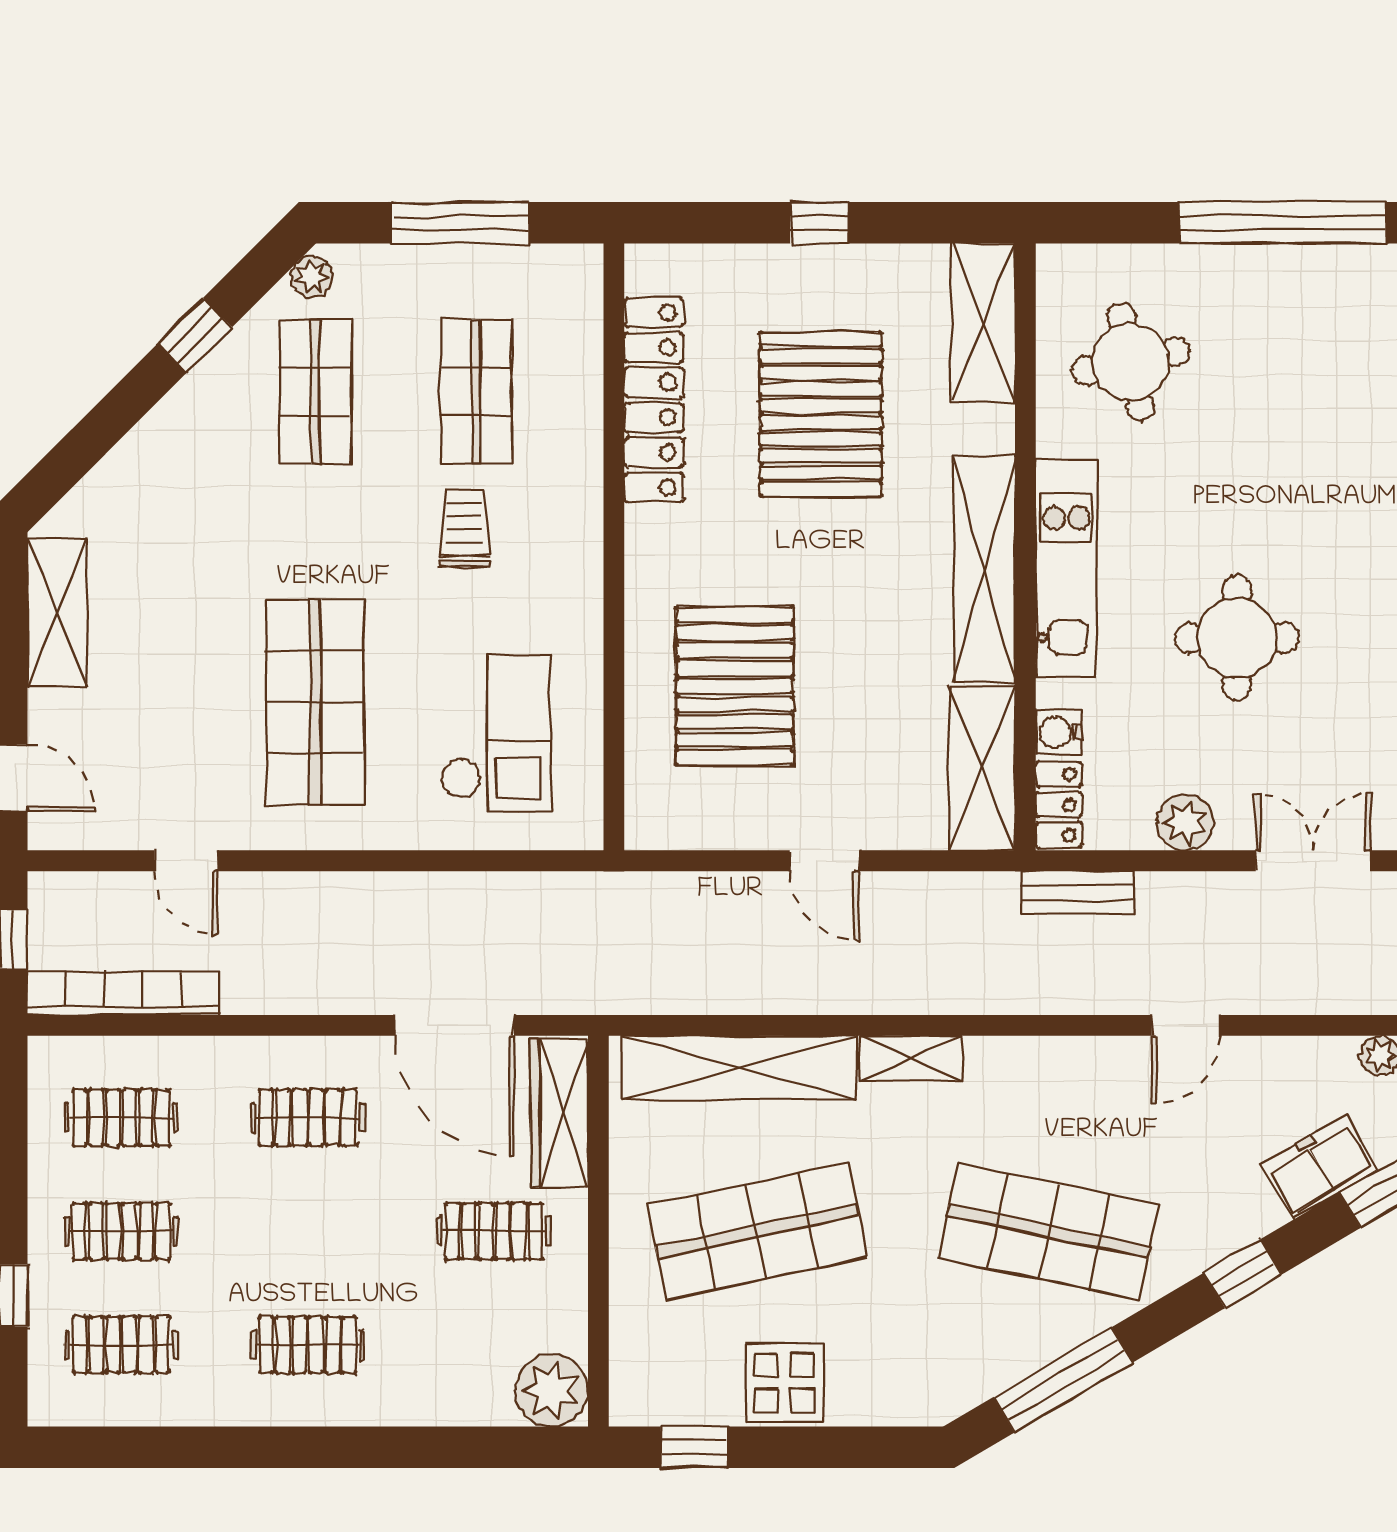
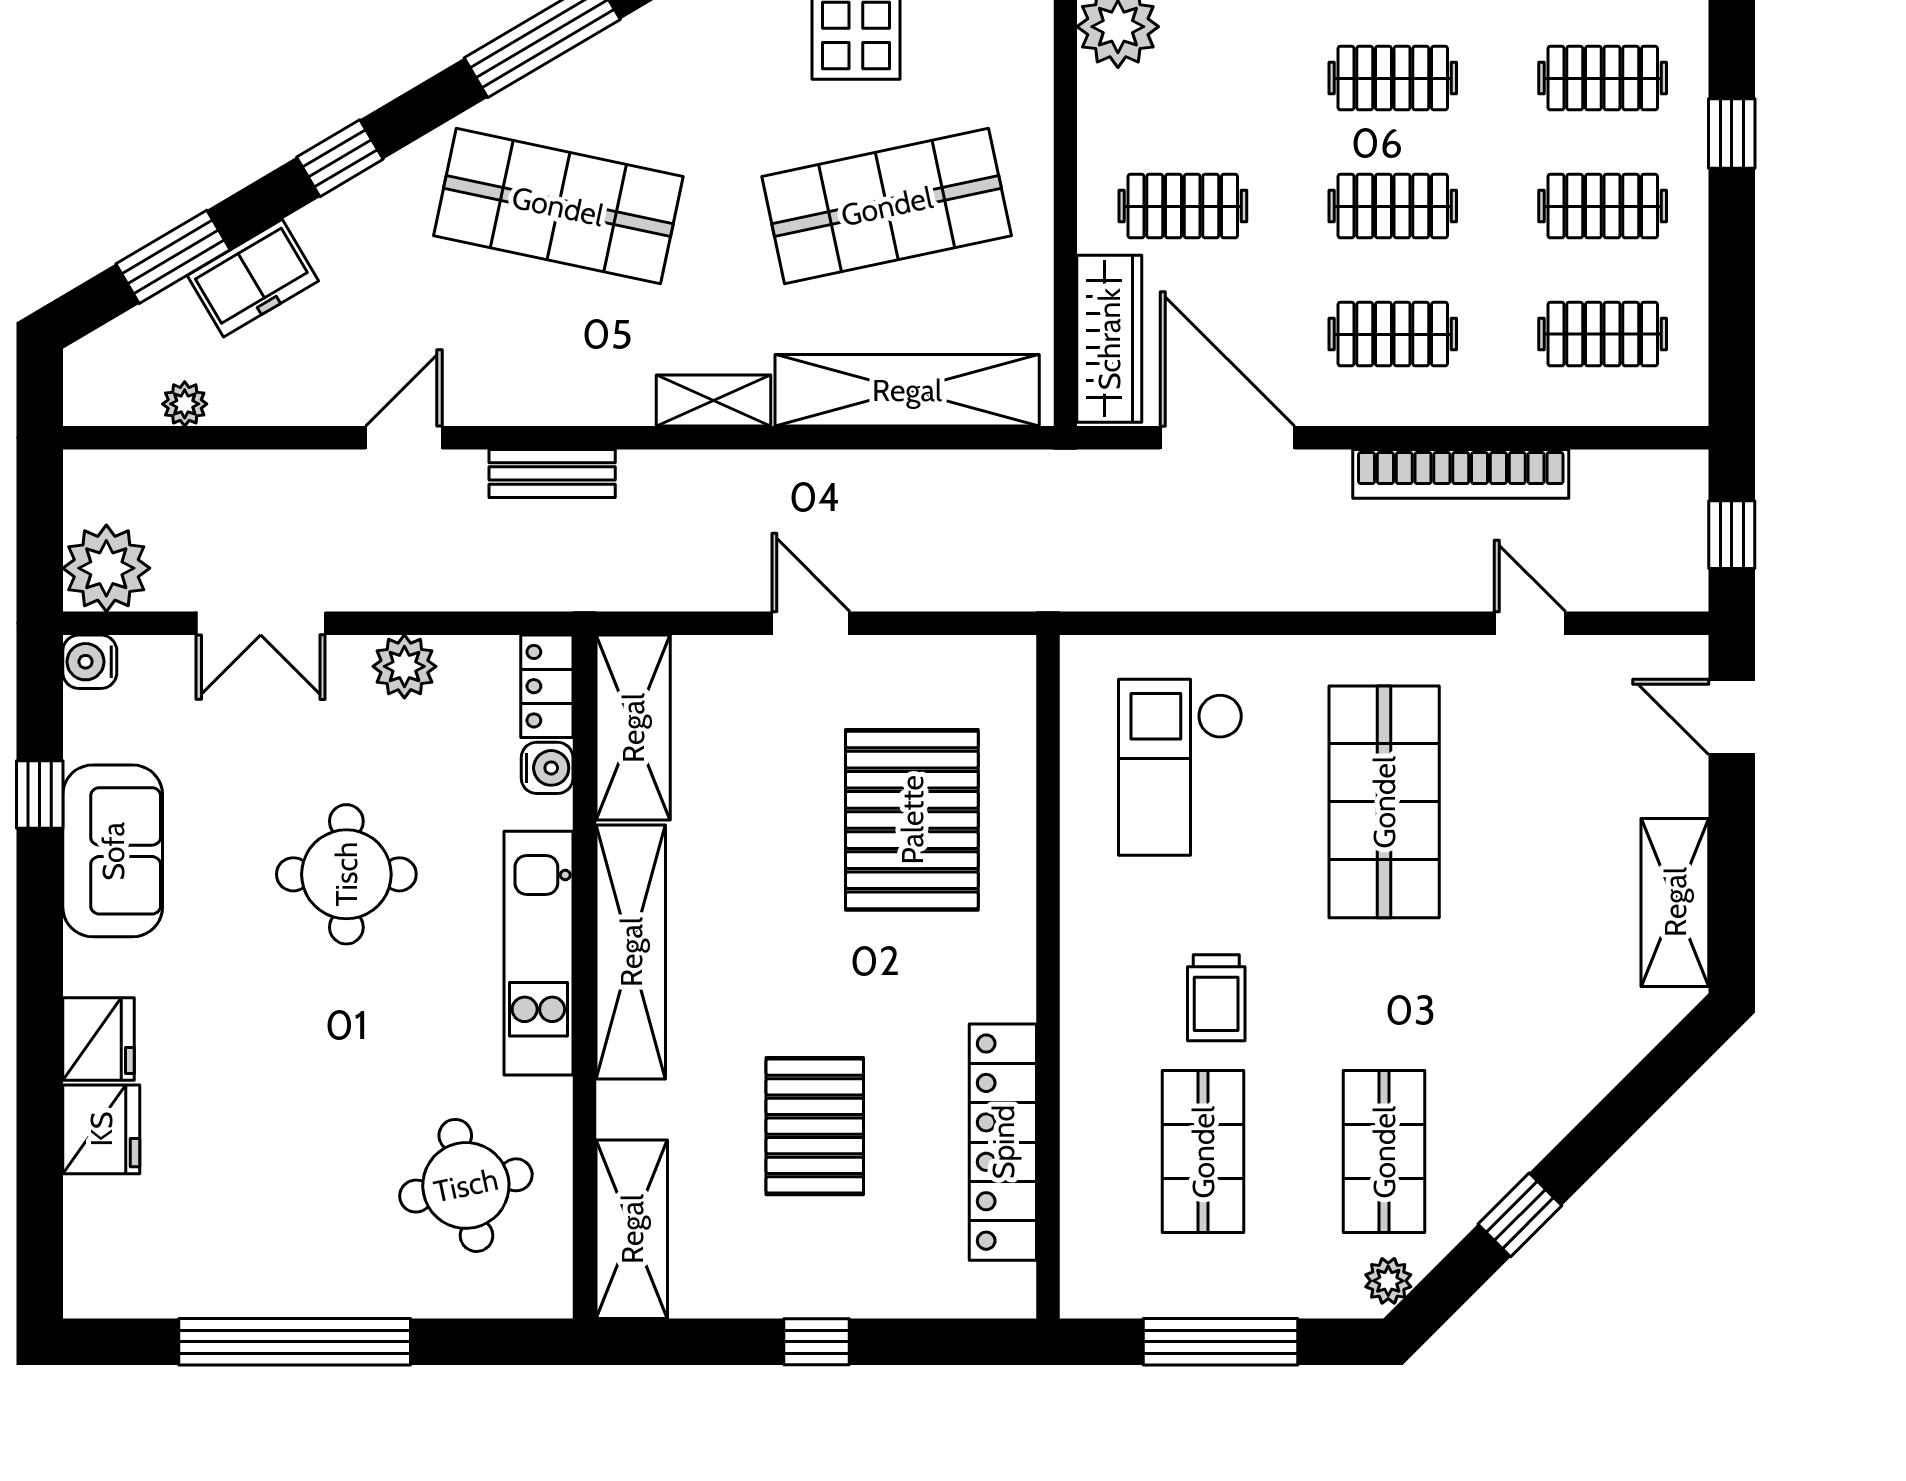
pallet: (821, 414) -> (815, 1126), width x0.73, depth x0.71
bench: (1077, 892) -> (552, 473), moved
bookcase: (123, 993) -> (1461, 474), moved
clothes rail: (308, 1231) -> (1393, 206), added

